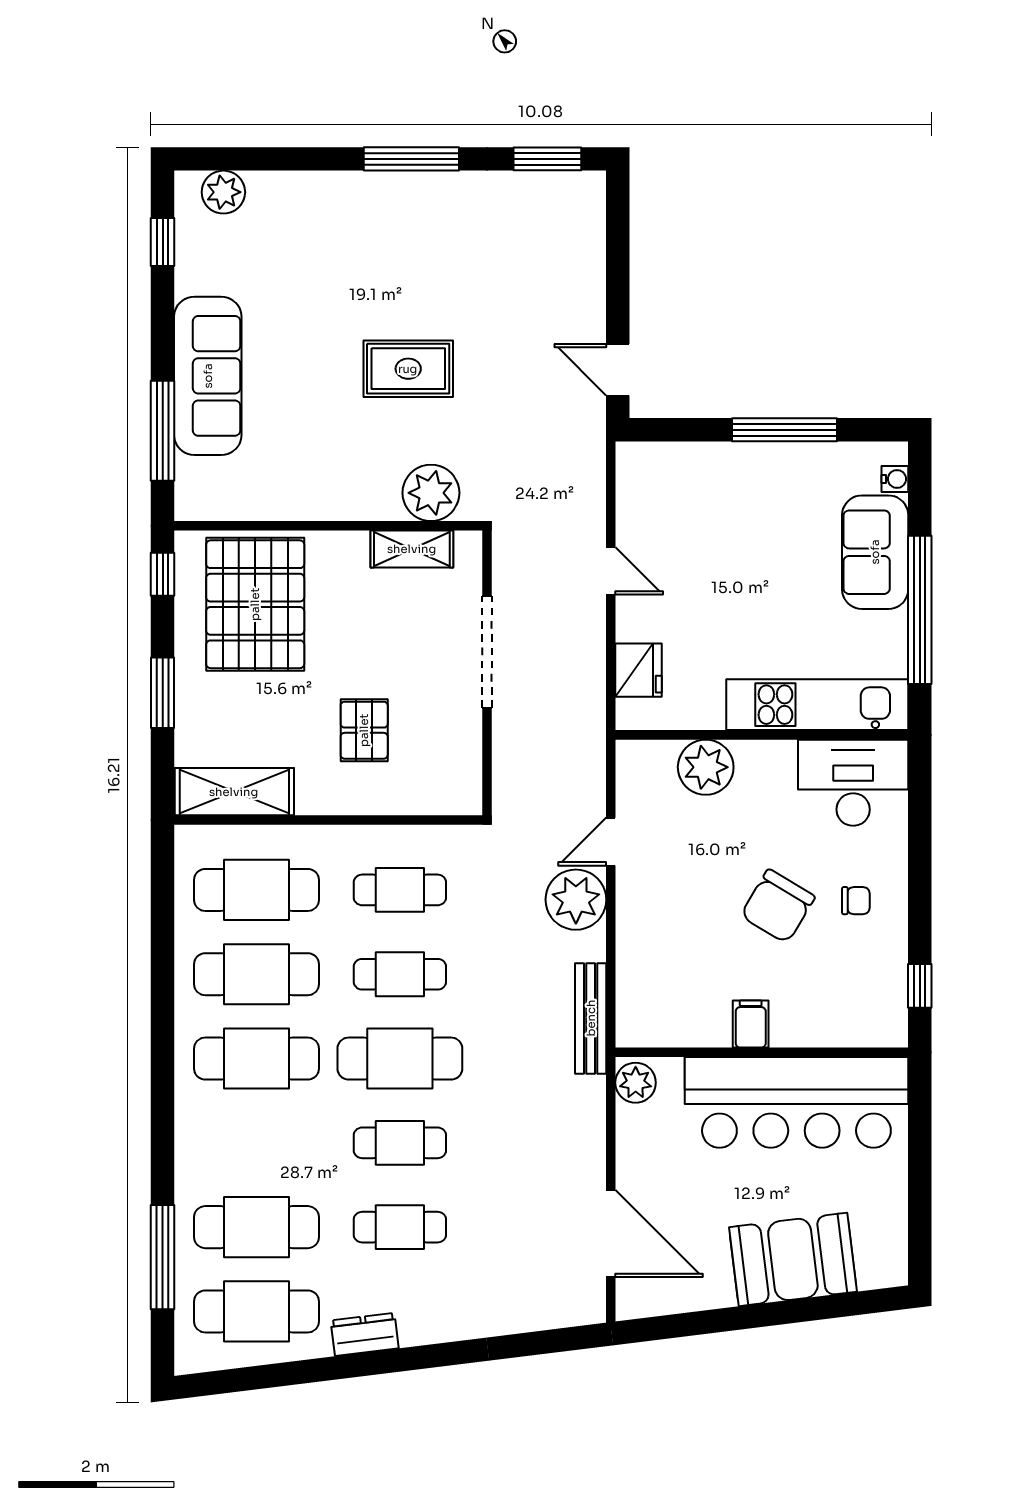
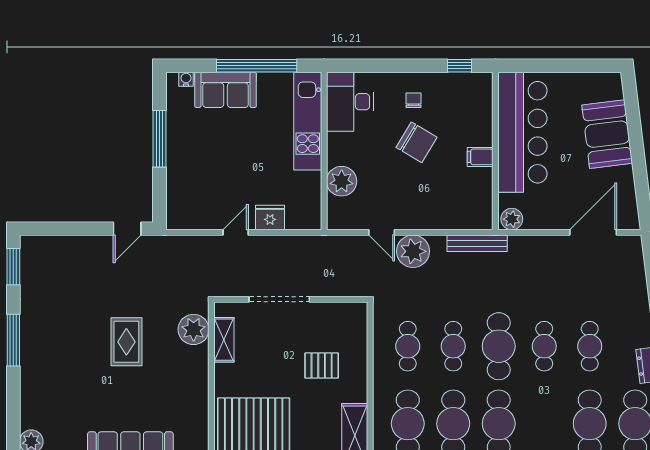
fridge: (638, 670) -> (270, 217), moved

